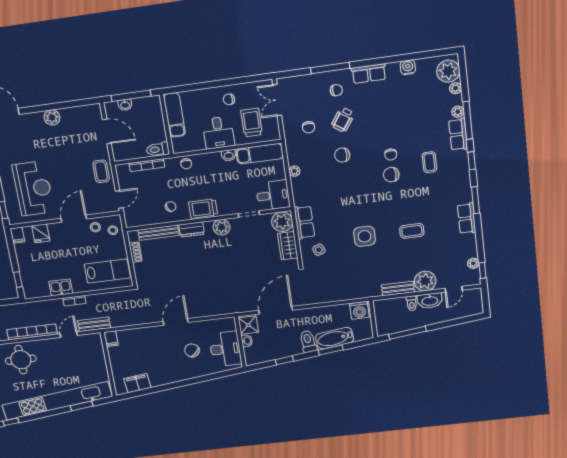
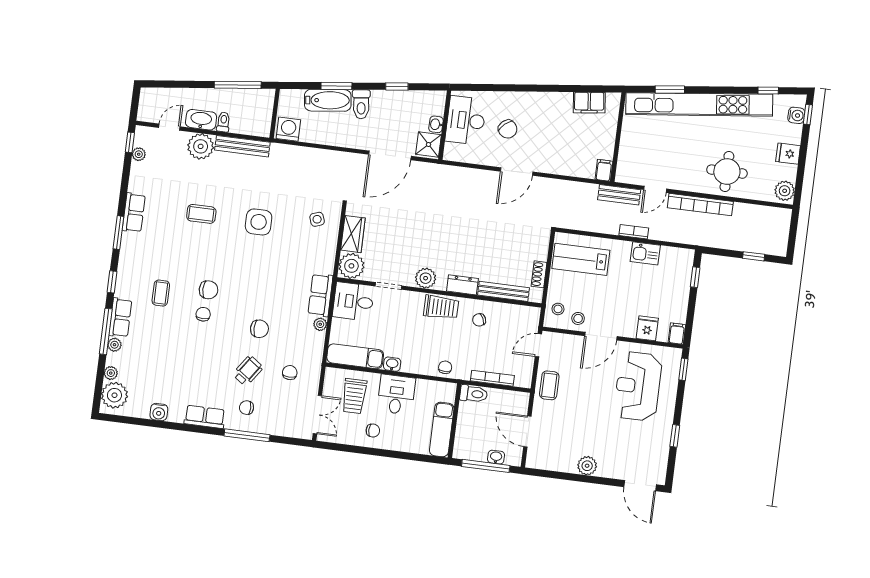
row of seats: (304, 222) -> (320, 295), moved
bench: (398, 289) -> (242, 146), width x1.36

